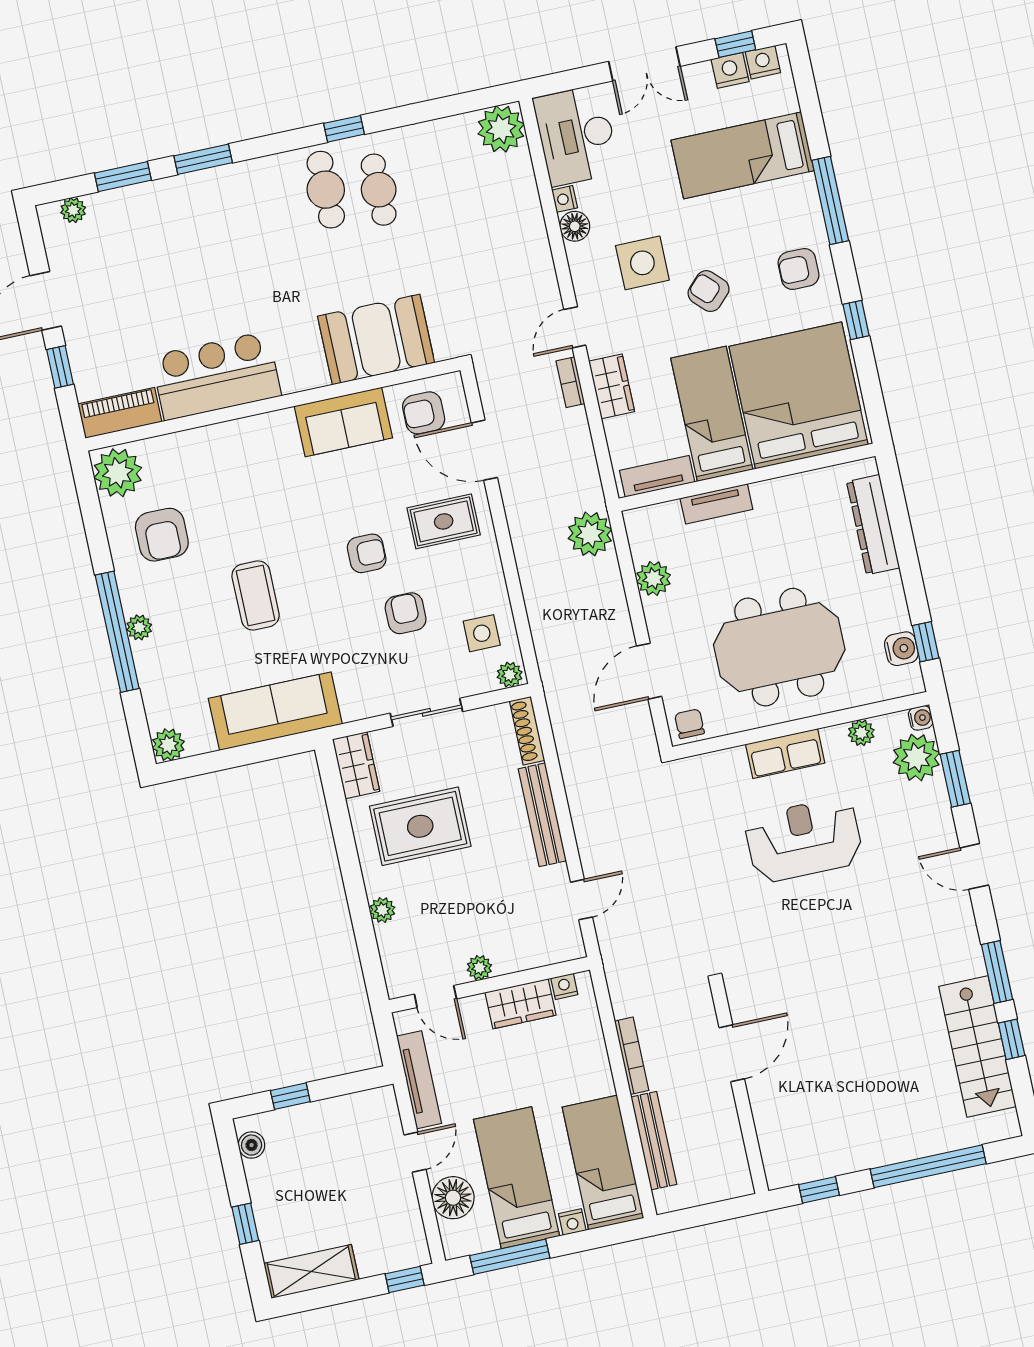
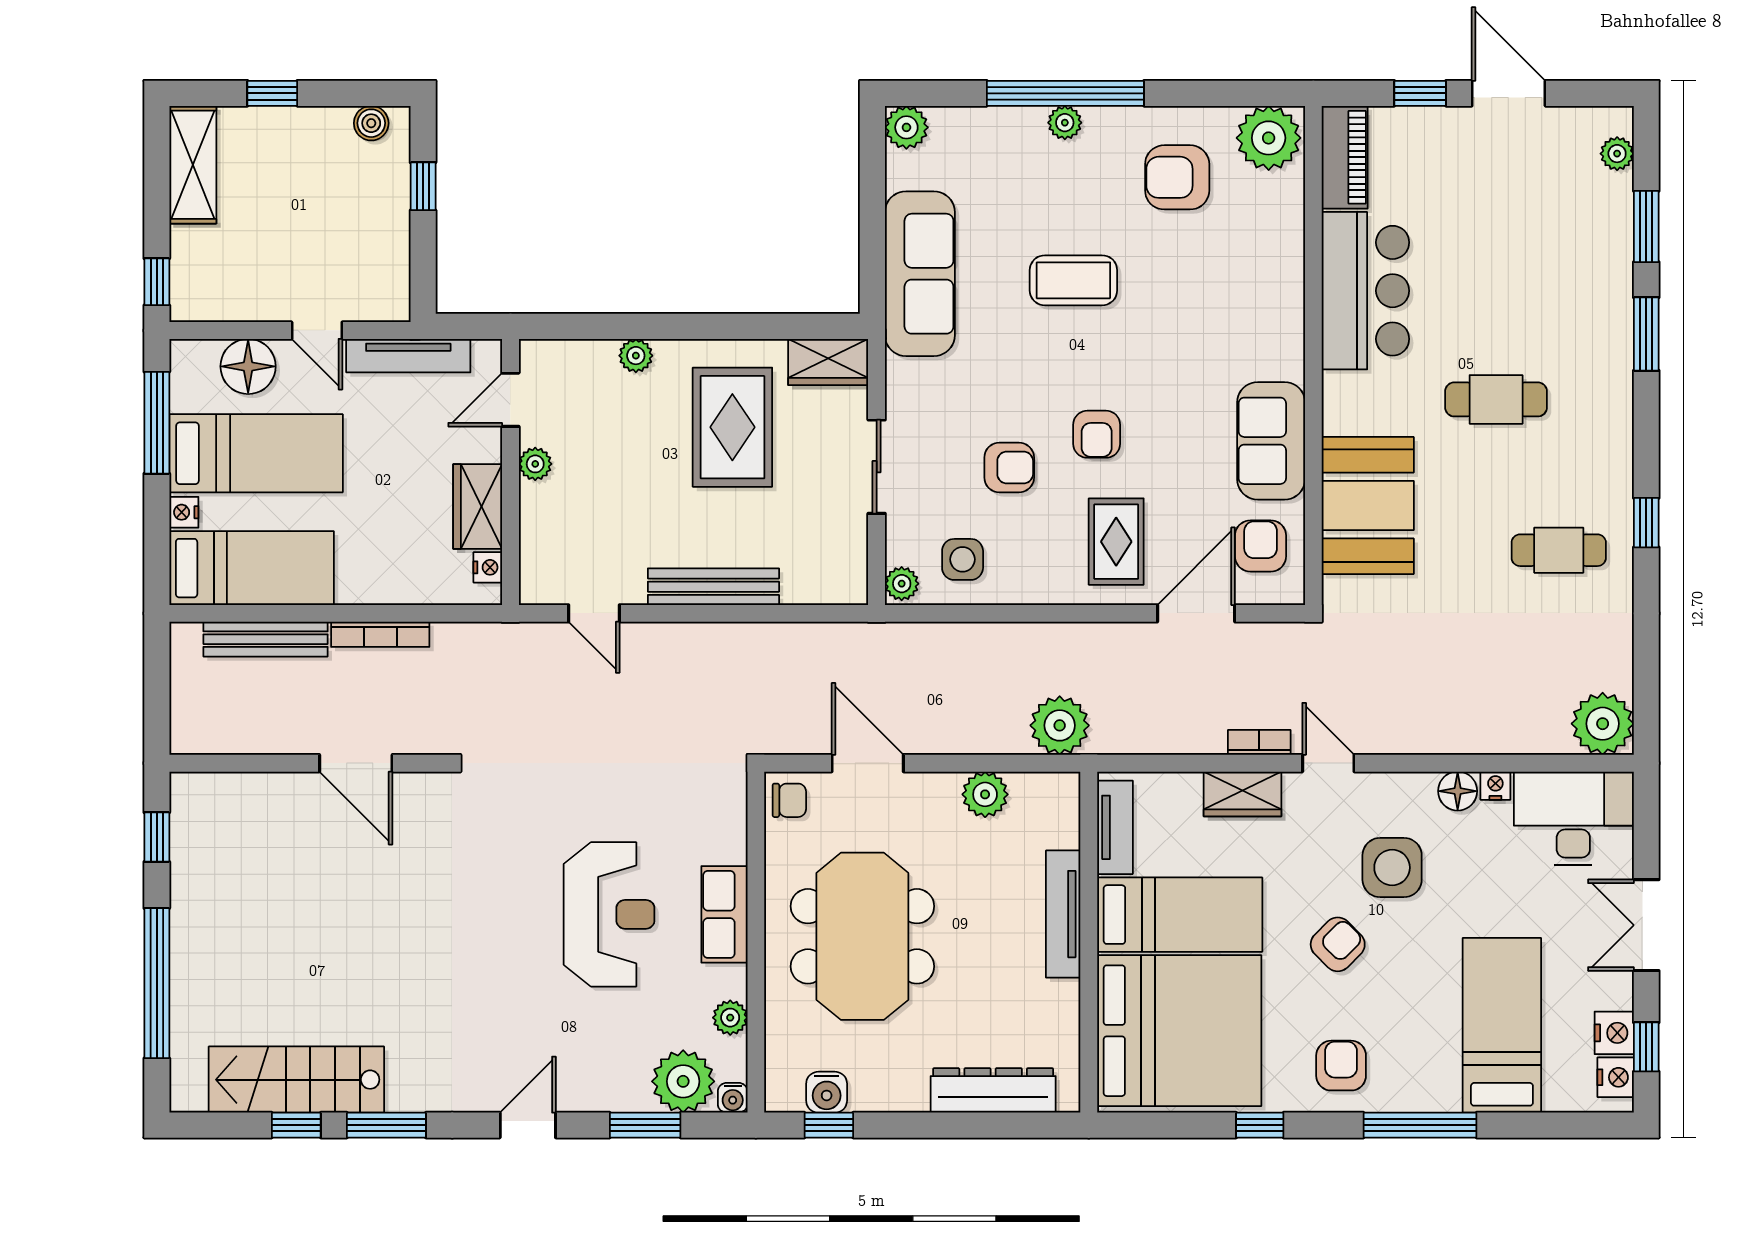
cafe table: (326, 190) -> (1496, 399), moved
tv unit: (716, 504) -> (1063, 914), width x1.41
shoe rack: (527, 731) -> (825, 590), removed

